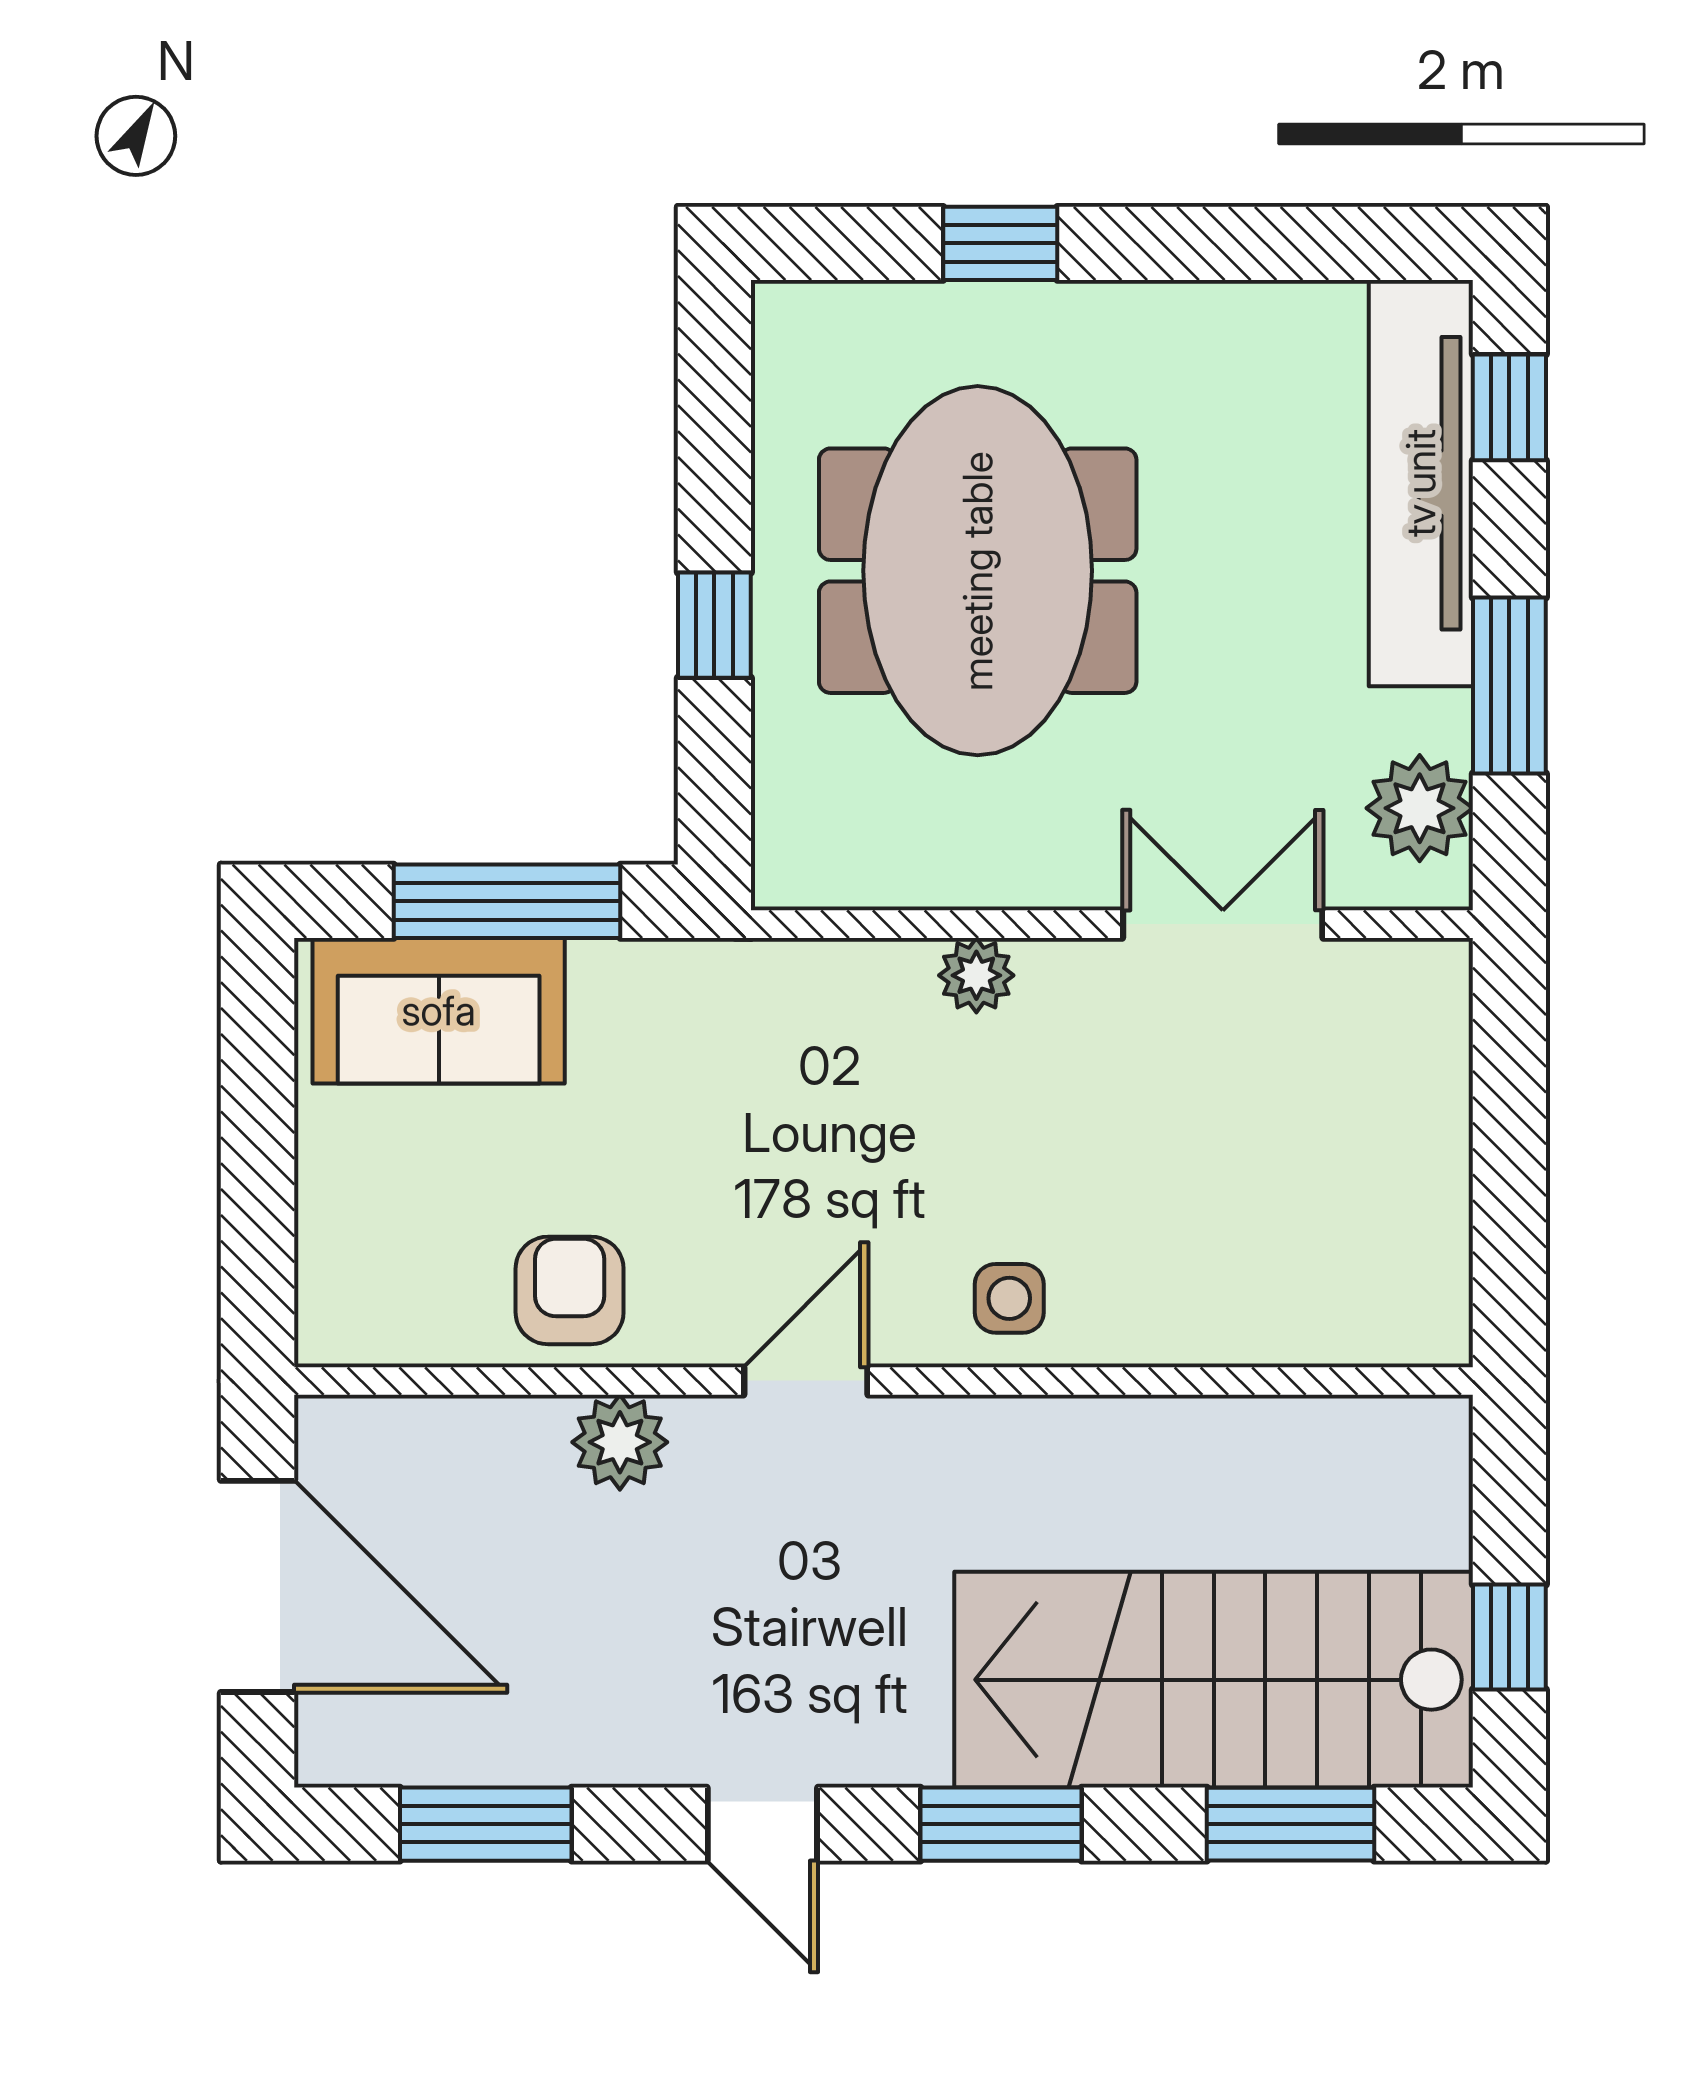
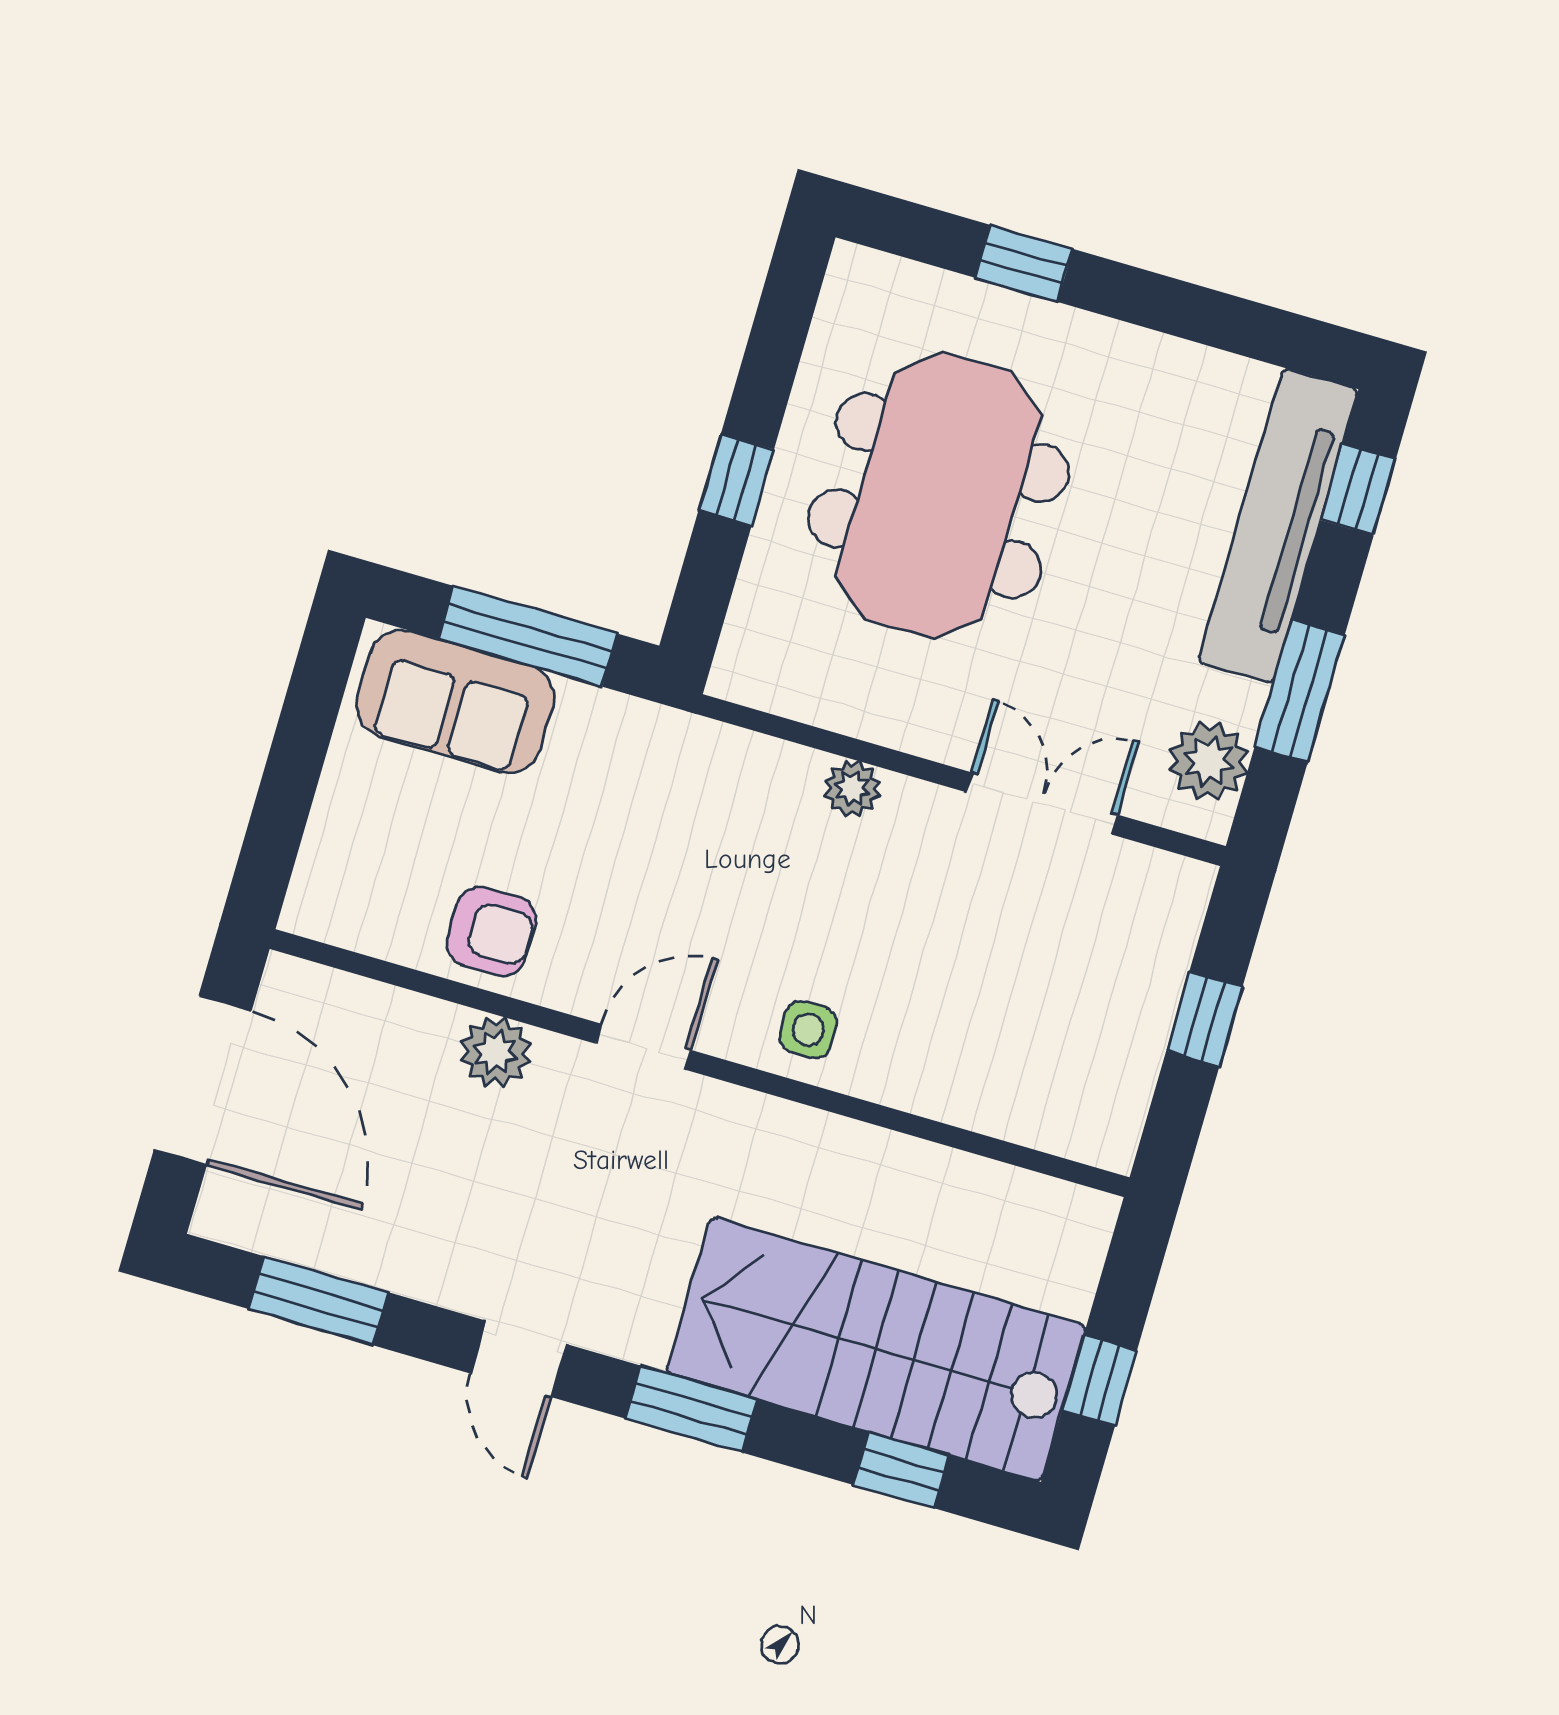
window: (1509, 1138) -> (1204, 1019), added
armchair: (570, 1290) -> (491, 931), turned 90
window: (1290, 1824) -> (901, 1470), width x0.67

